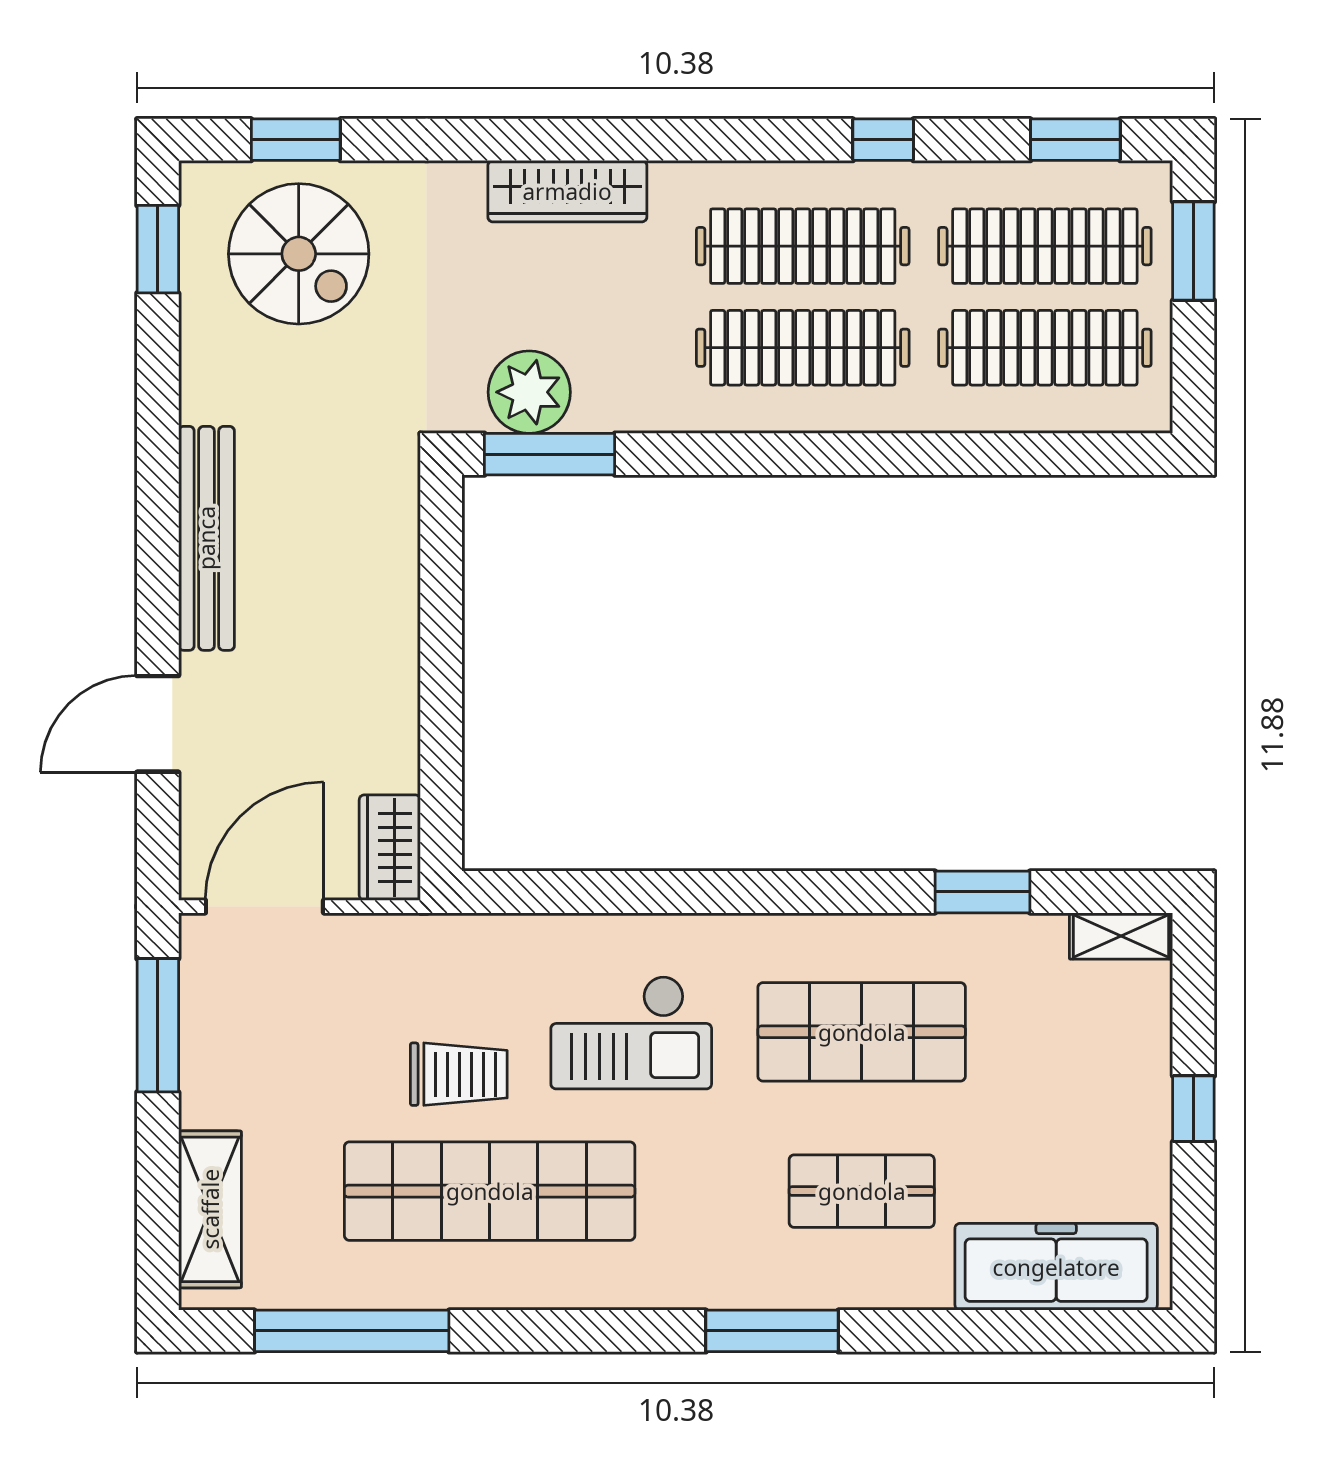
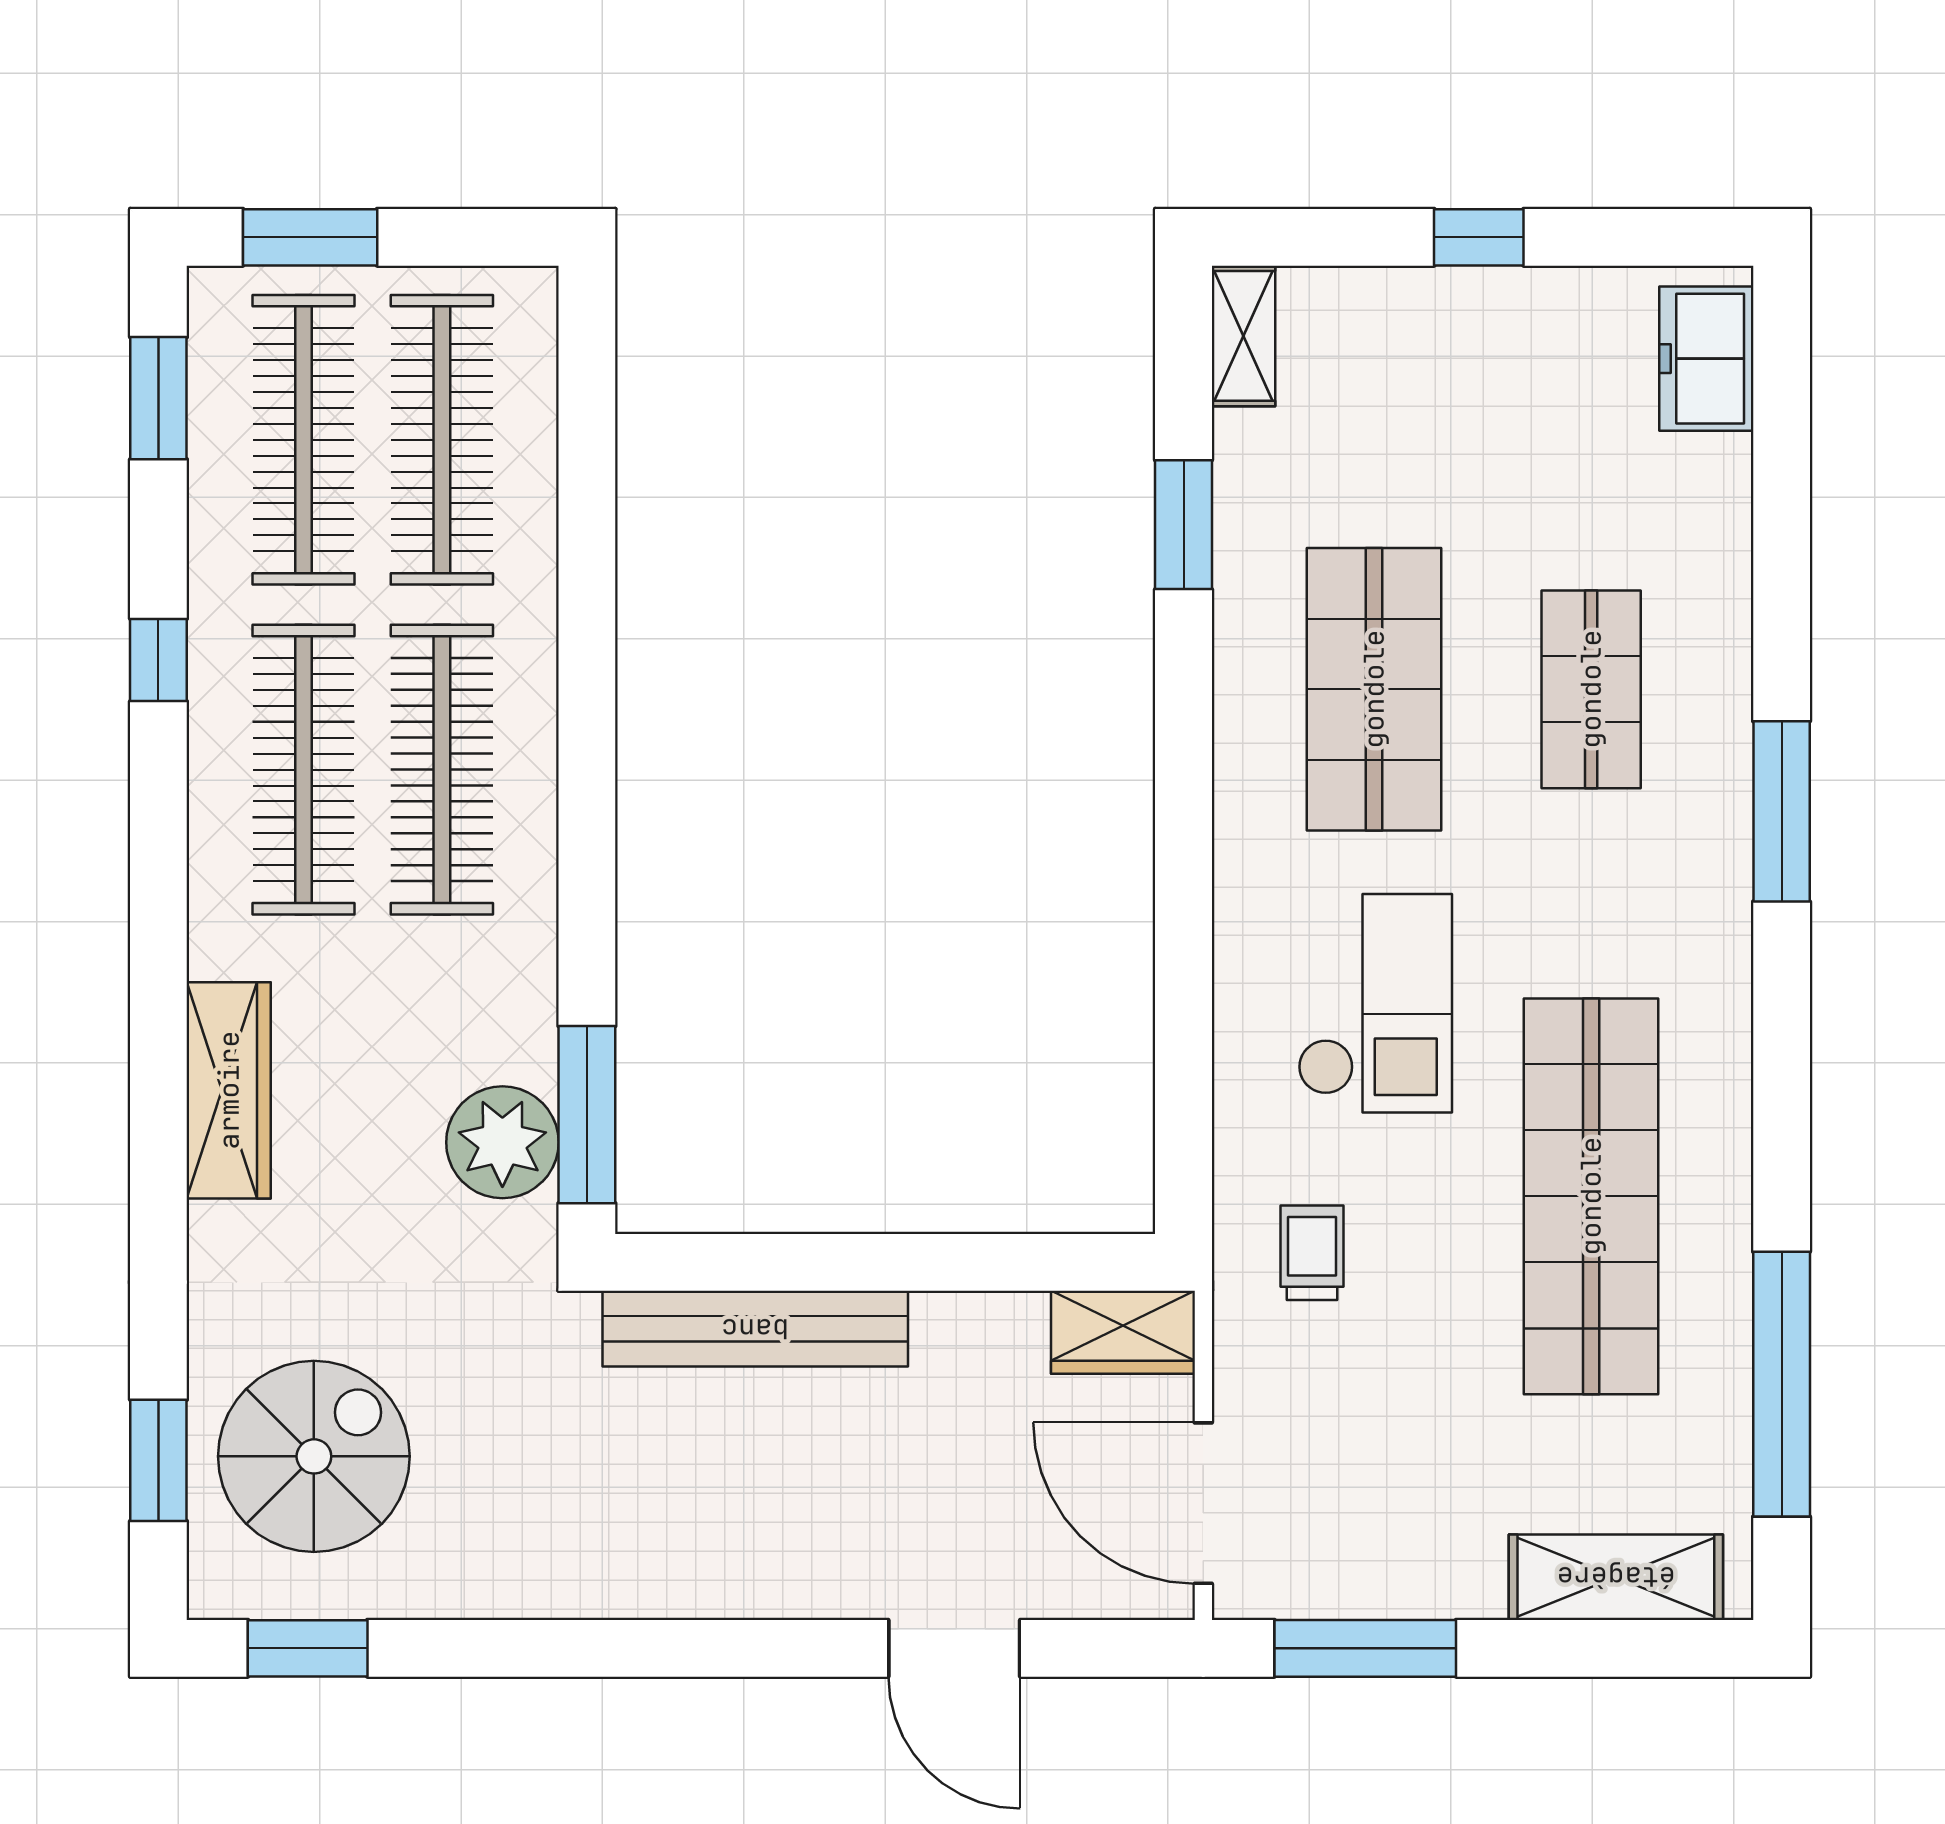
bench: (206, 538) -> (755, 1329), moved
trolley: (459, 1074) -> (1312, 1253), moved, width x0.73, depth x0.72
freezer: (1056, 1267) -> (1706, 359), width x0.52, depth x0.79

